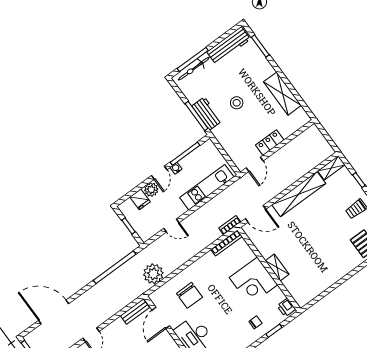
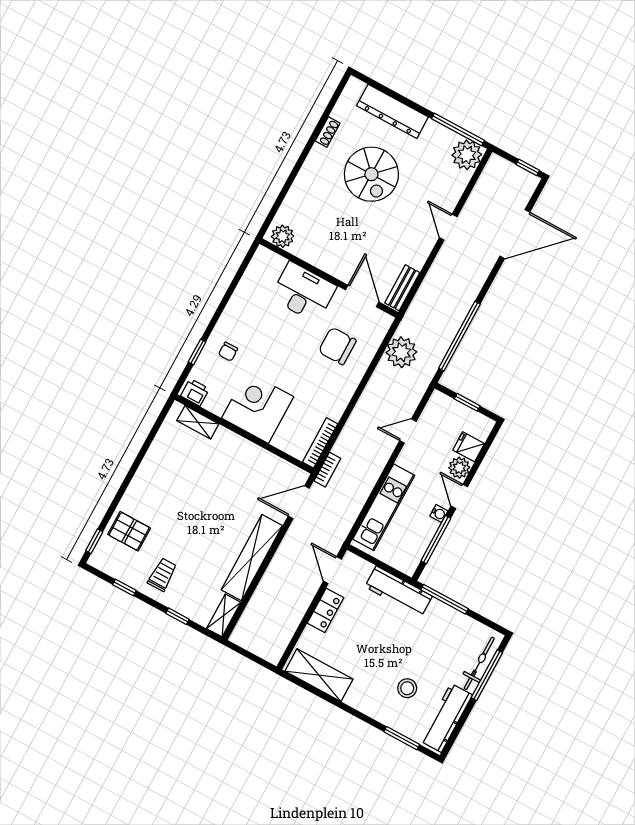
shelving: (282, 94) -> (319, 675), moved
stool: (237, 103) -> (407, 688), moved
workbench: (207, 114) -> (399, 591), moved, width x1.37
shelving: (277, 267) -> (198, 422), moved

